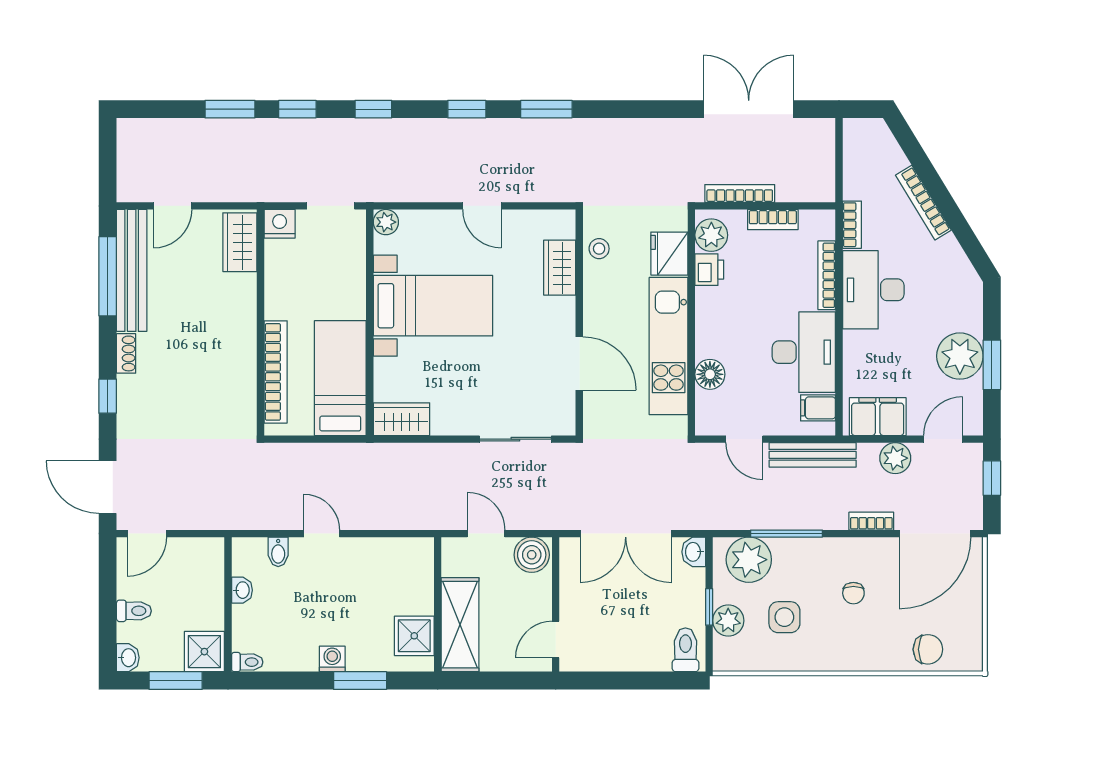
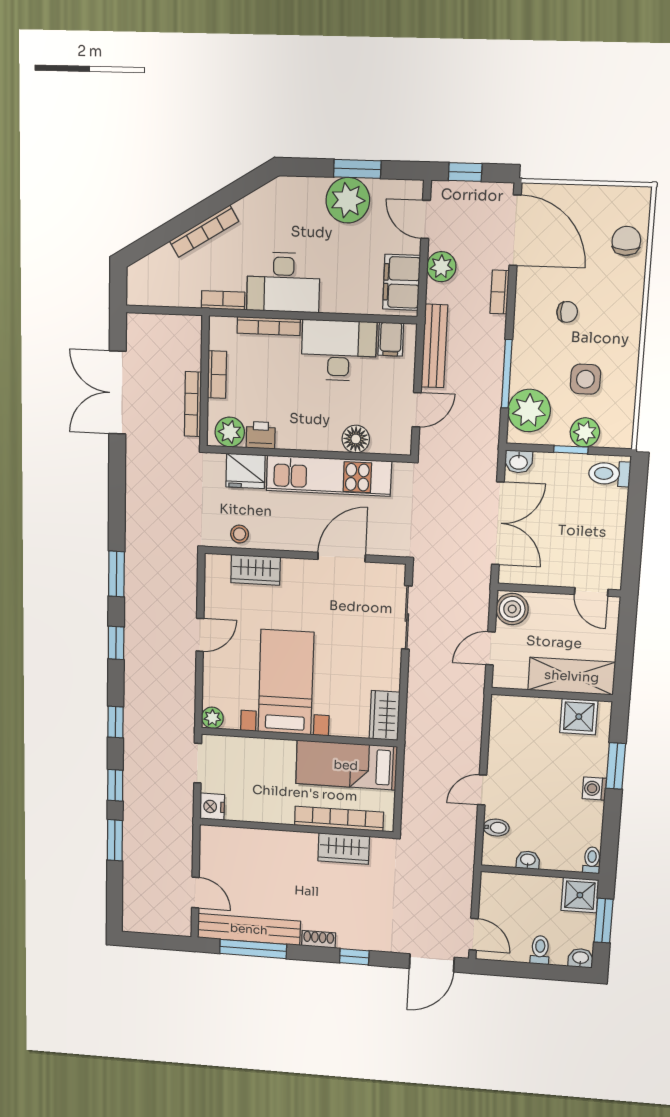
wardrobe: (240, 242) -> (344, 849), moved

